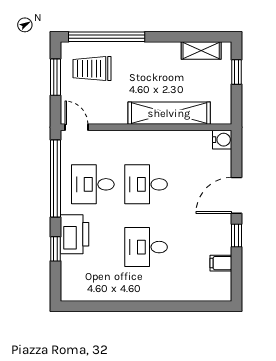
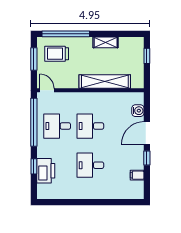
shelving: (201, 50) -> (106, 42), moved
water cooler: (222, 140) -> (138, 111), moved
printer: (75, 234) -> (46, 171), moved

